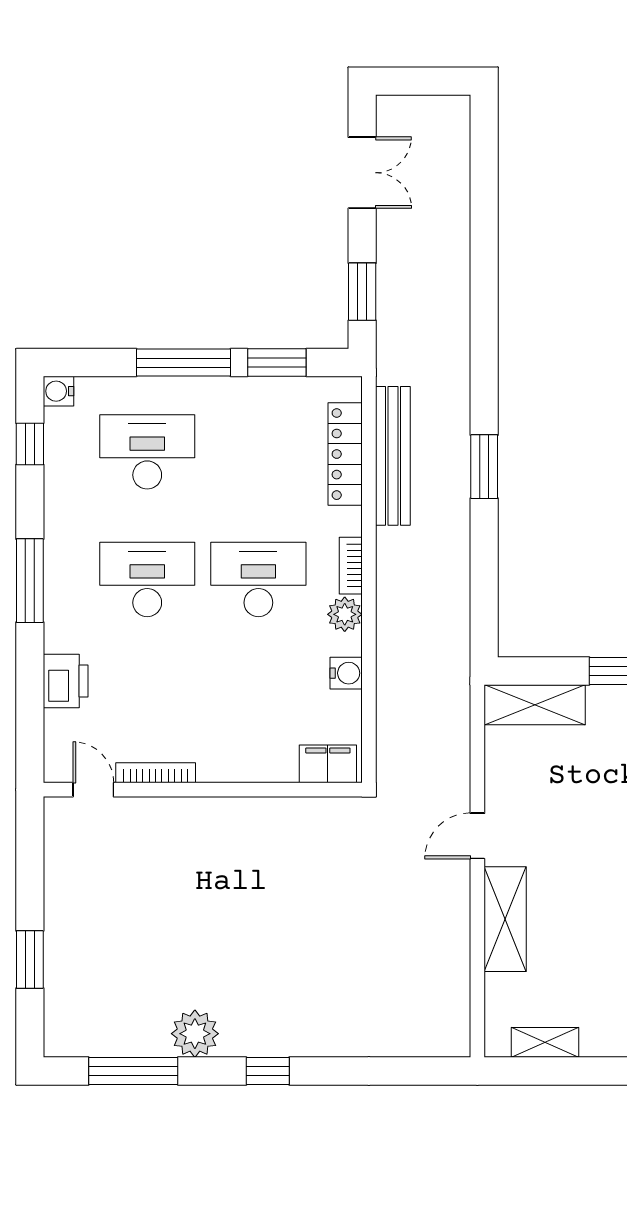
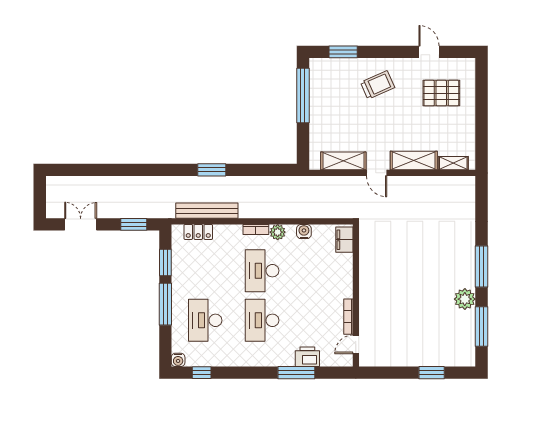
locker: (345, 454) -> (198, 232), width x0.66
window: (30, 581) -> (296, 373), moved
shelving: (535, 705) -> (343, 161), moved, turned 90
shelving: (545, 1042) -> (453, 163), moved, turned 90
window: (268, 1071) -> (481, 267), width x2.17

